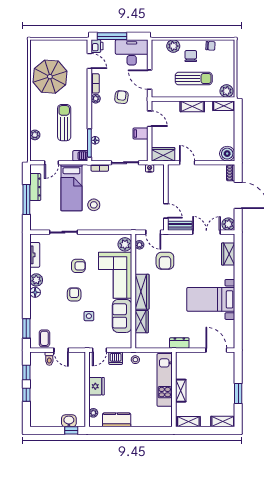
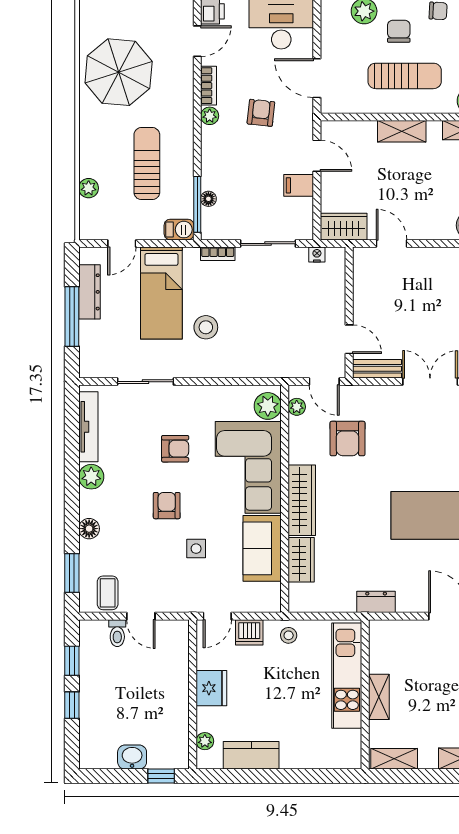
door: (89, 61) -> (197, 41), hinge flipped
tv unit: (35, 255) -> (88, 427), width x1.41
floor lamp: (35, 292) -> (89, 529), moved
washbasin: (69, 421) -> (132, 757), moved

